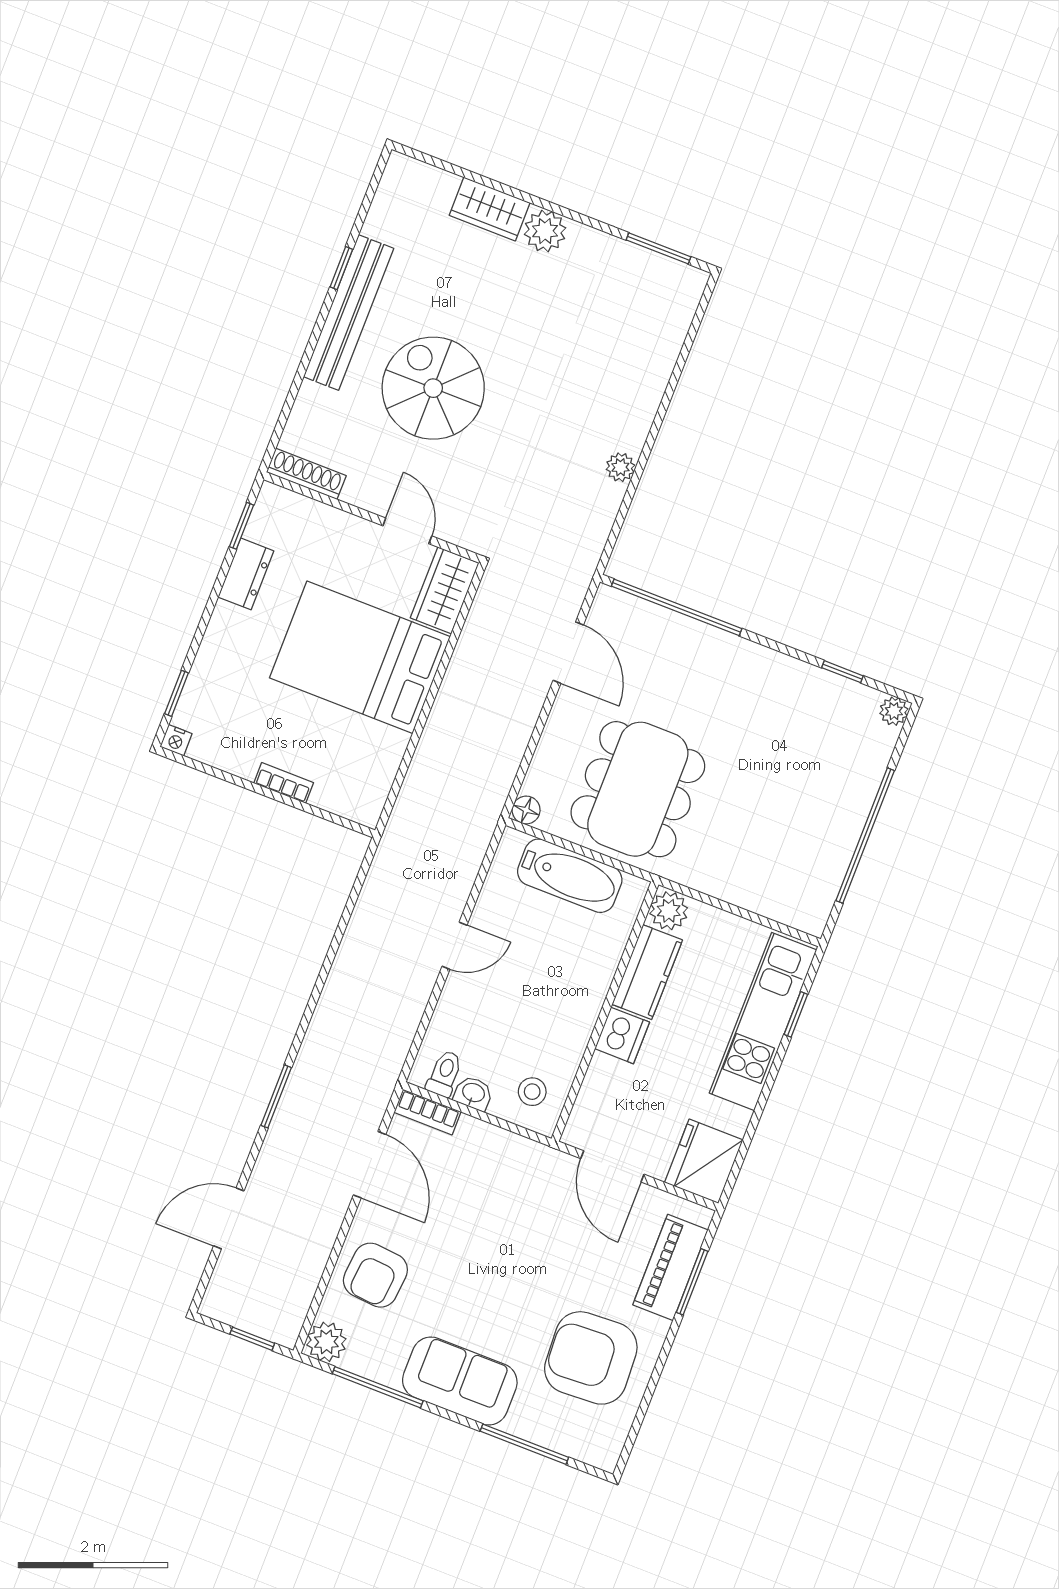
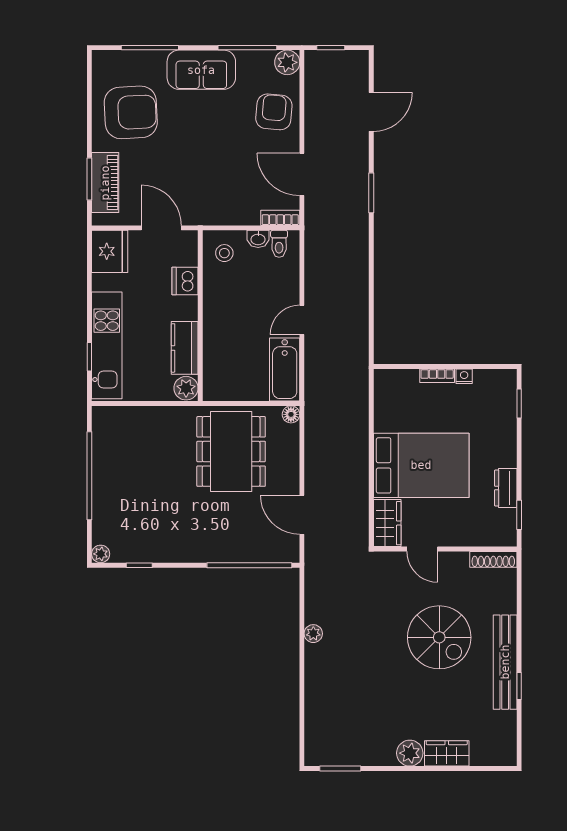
nightstand: (176, 740) -> (464, 376), moved
bathtub: (570, 876) -> (285, 369), moved, turned -90
dishwasher: (622, 1035) -> (185, 281), moved

